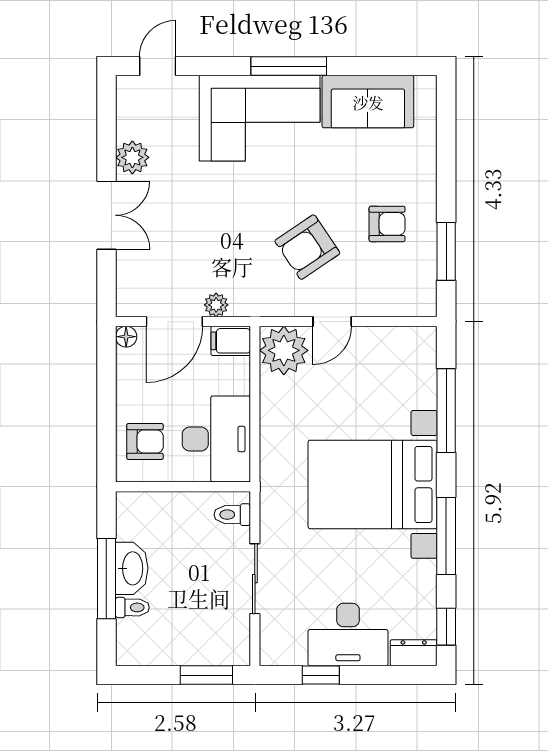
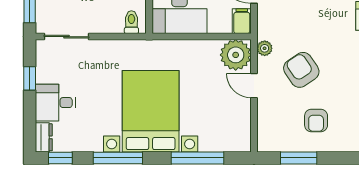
plant: (216, 305) -> (265, 48), moved
sliding door: (255, 579) -> (66, 37), moved
desk: (348, 634) -> (55, 103), width x0.73

